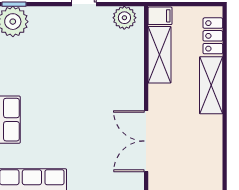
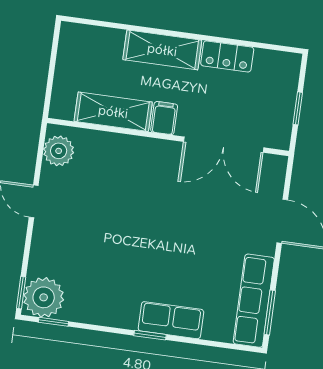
filing cabinet: (160, 16) -> (164, 118), moved
locker: (213, 36) -> (227, 56), moved

